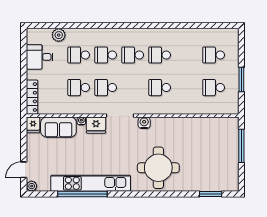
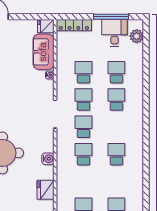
plant: (59, 35) -> (137, 36), moved
school desk: (133, 55) -> (84, 127), moved
window: (24, 60) -> (111, 17), added
water cooler: (144, 123) -> (48, 159), moved
fridge: (96, 125) -> (46, 190), moved

